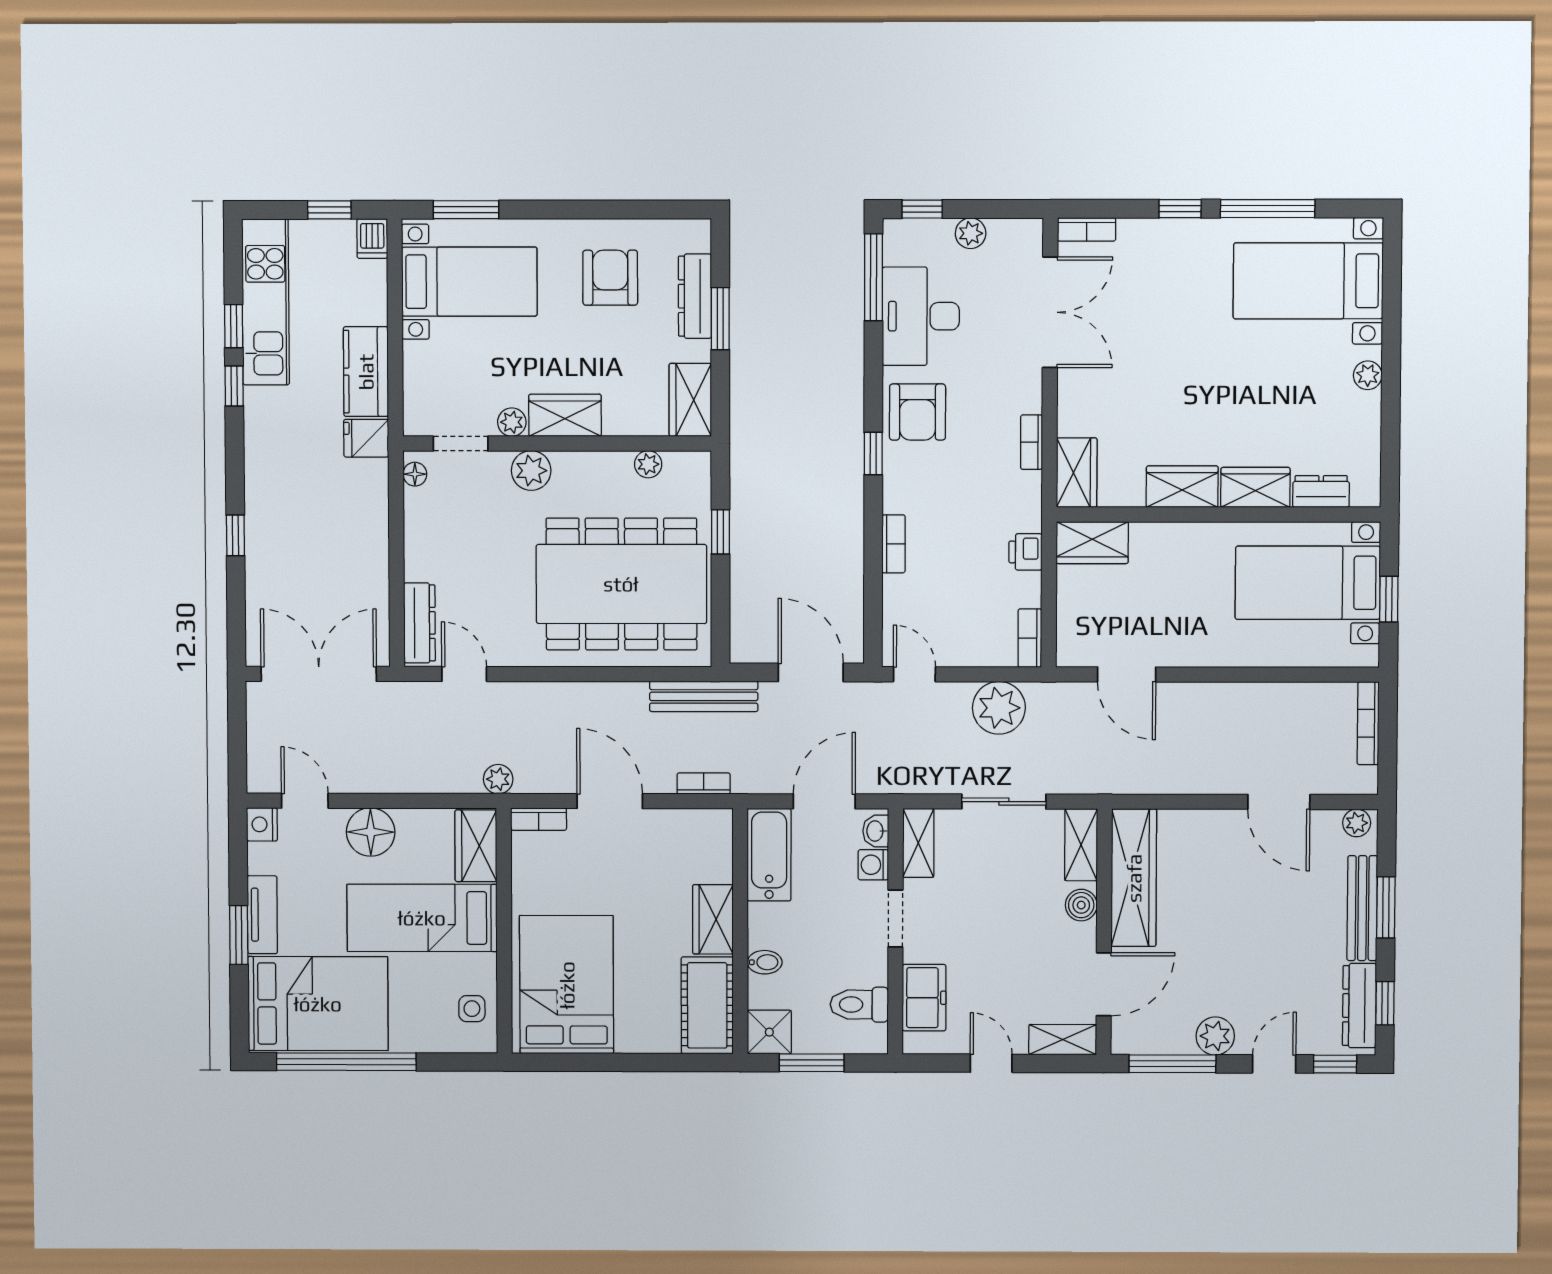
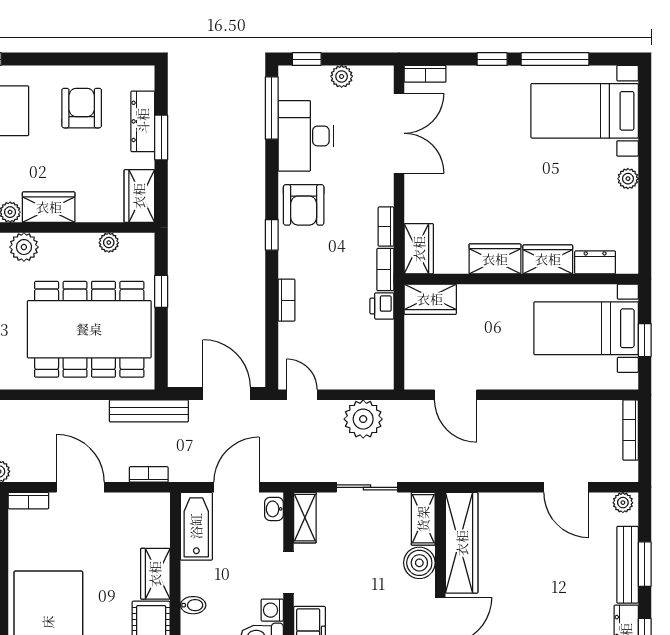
bookcase: (1030, 638) -> (385, 270), moved
washing machine: (873, 865) -> (272, 610), moved
boiler: (1081, 905) -> (419, 563), width x1.36, depth x1.36

